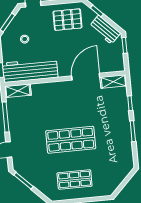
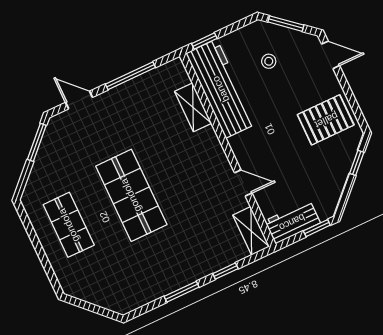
pallet: (67, 20) -> (326, 120), turned 90
workbench: (105, 30) -> (292, 222), moved, turned 45
door: (86, 77) -> (243, 183), width x0.53
shelving: (18, 91) -> (193, 107), moved

